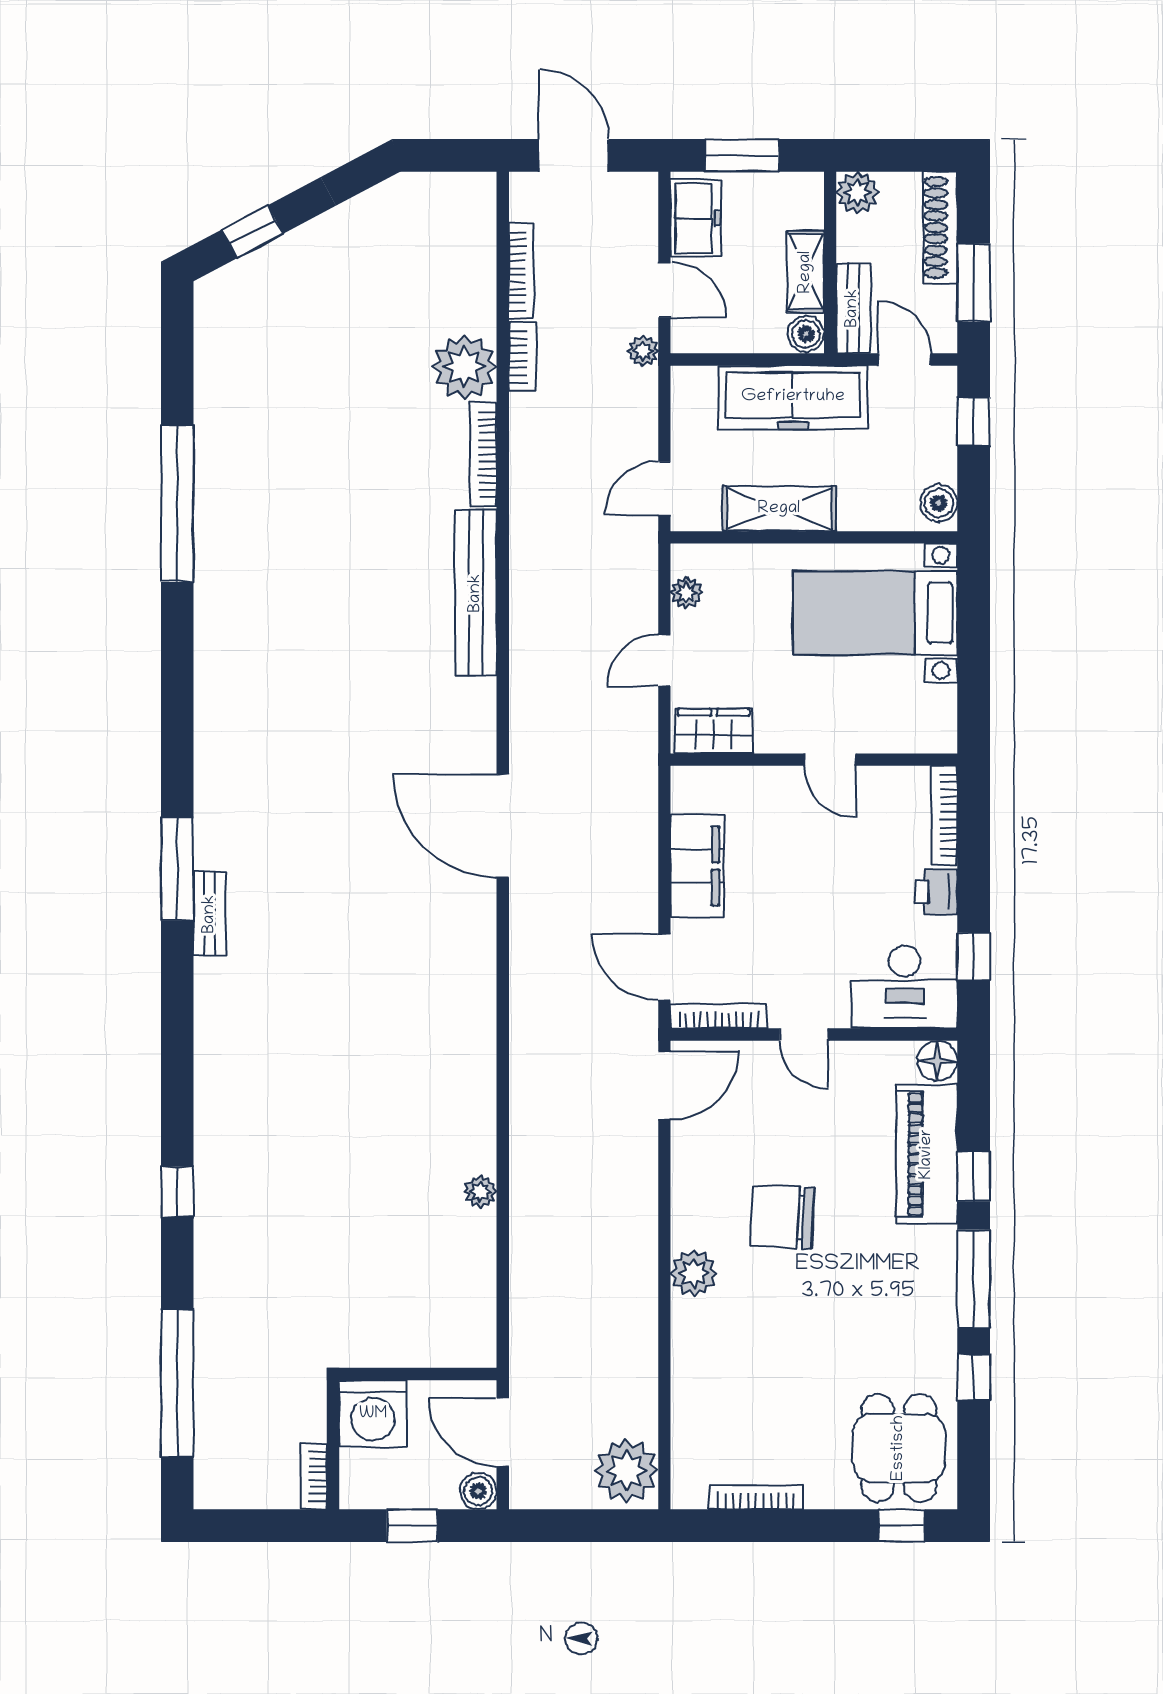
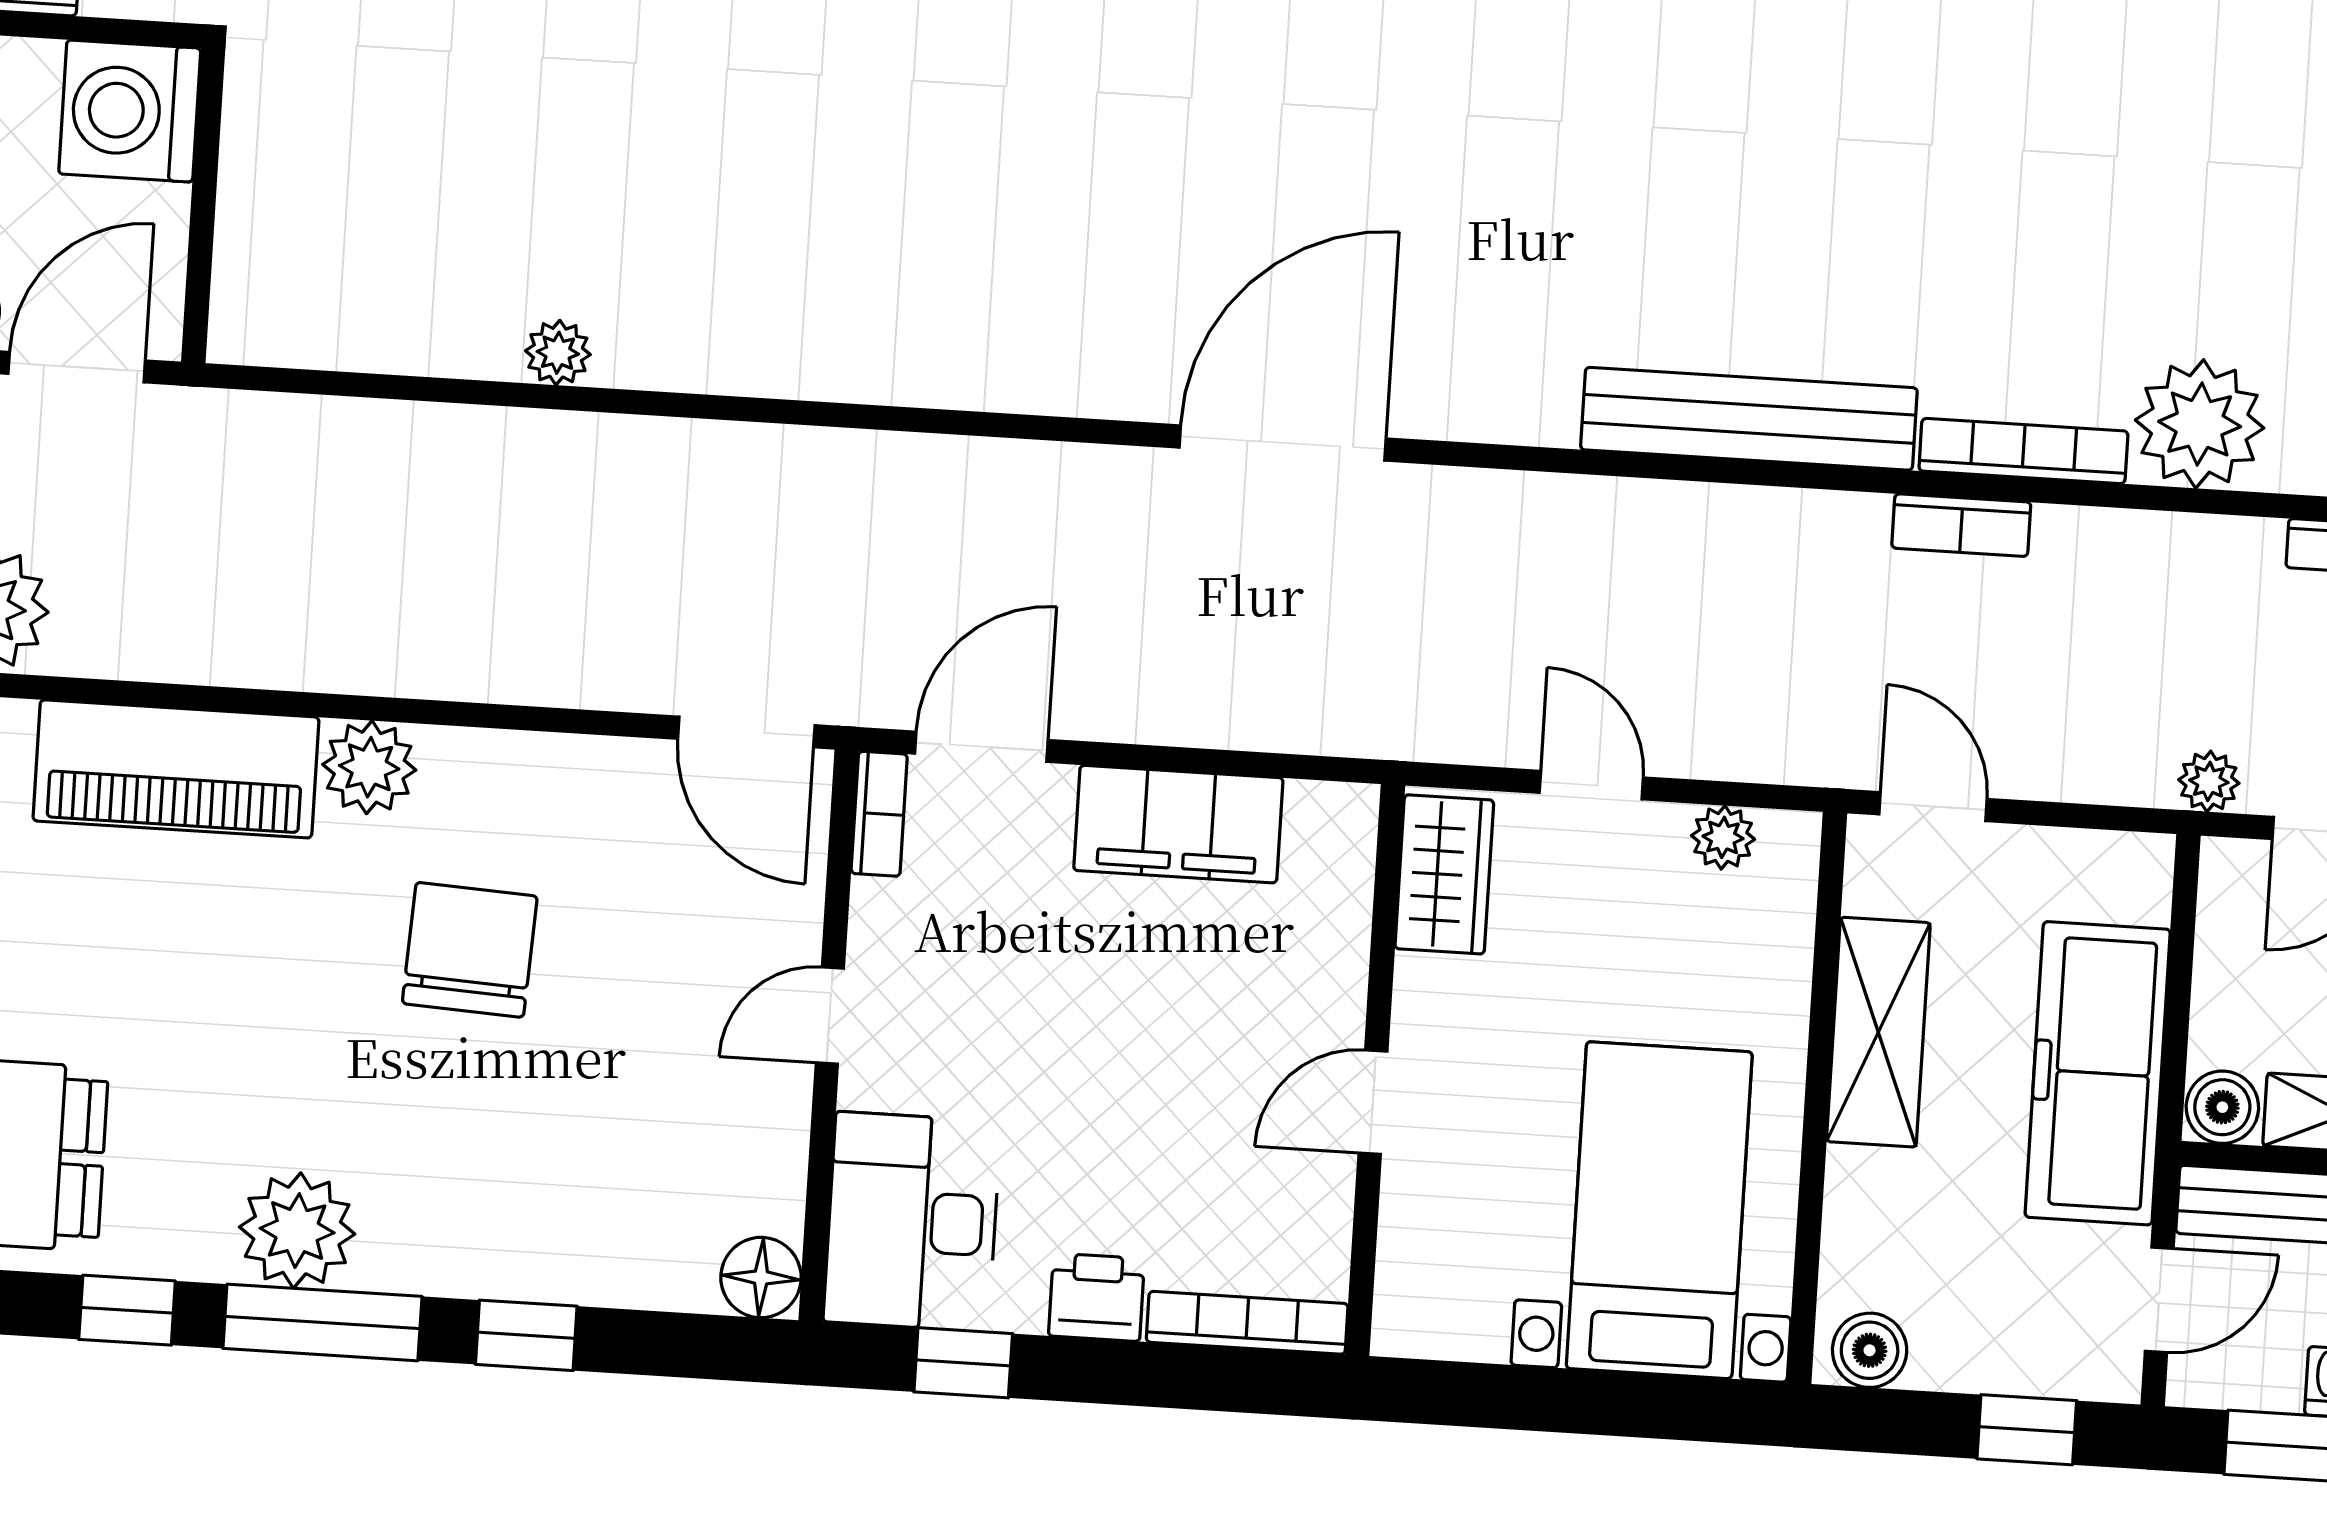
bookcase: (522, 357) -> (1961, 525), moved
bookcase: (718, 1016) -> (879, 814), width x0.64
piano: (927, 1154) -> (176, 769), moved, turned 180
plant: (928, 1295) -> (297, 1231), added

